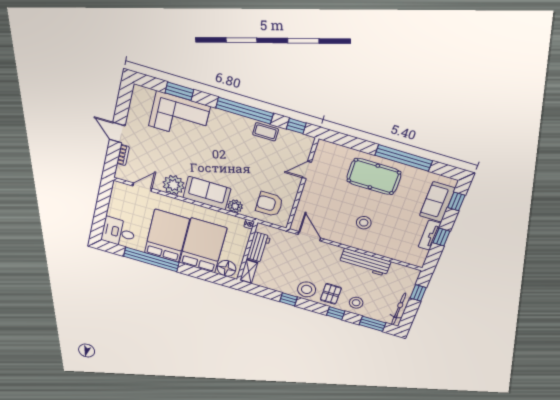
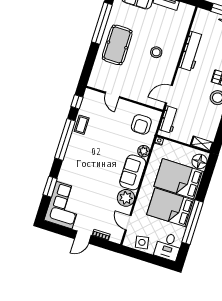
corner sofa: (179, 116) -> (64, 205), moved
side table: (120, 203) -> (142, 242), added
workbench: (259, 247) -> (169, 119), moved, turned 90

